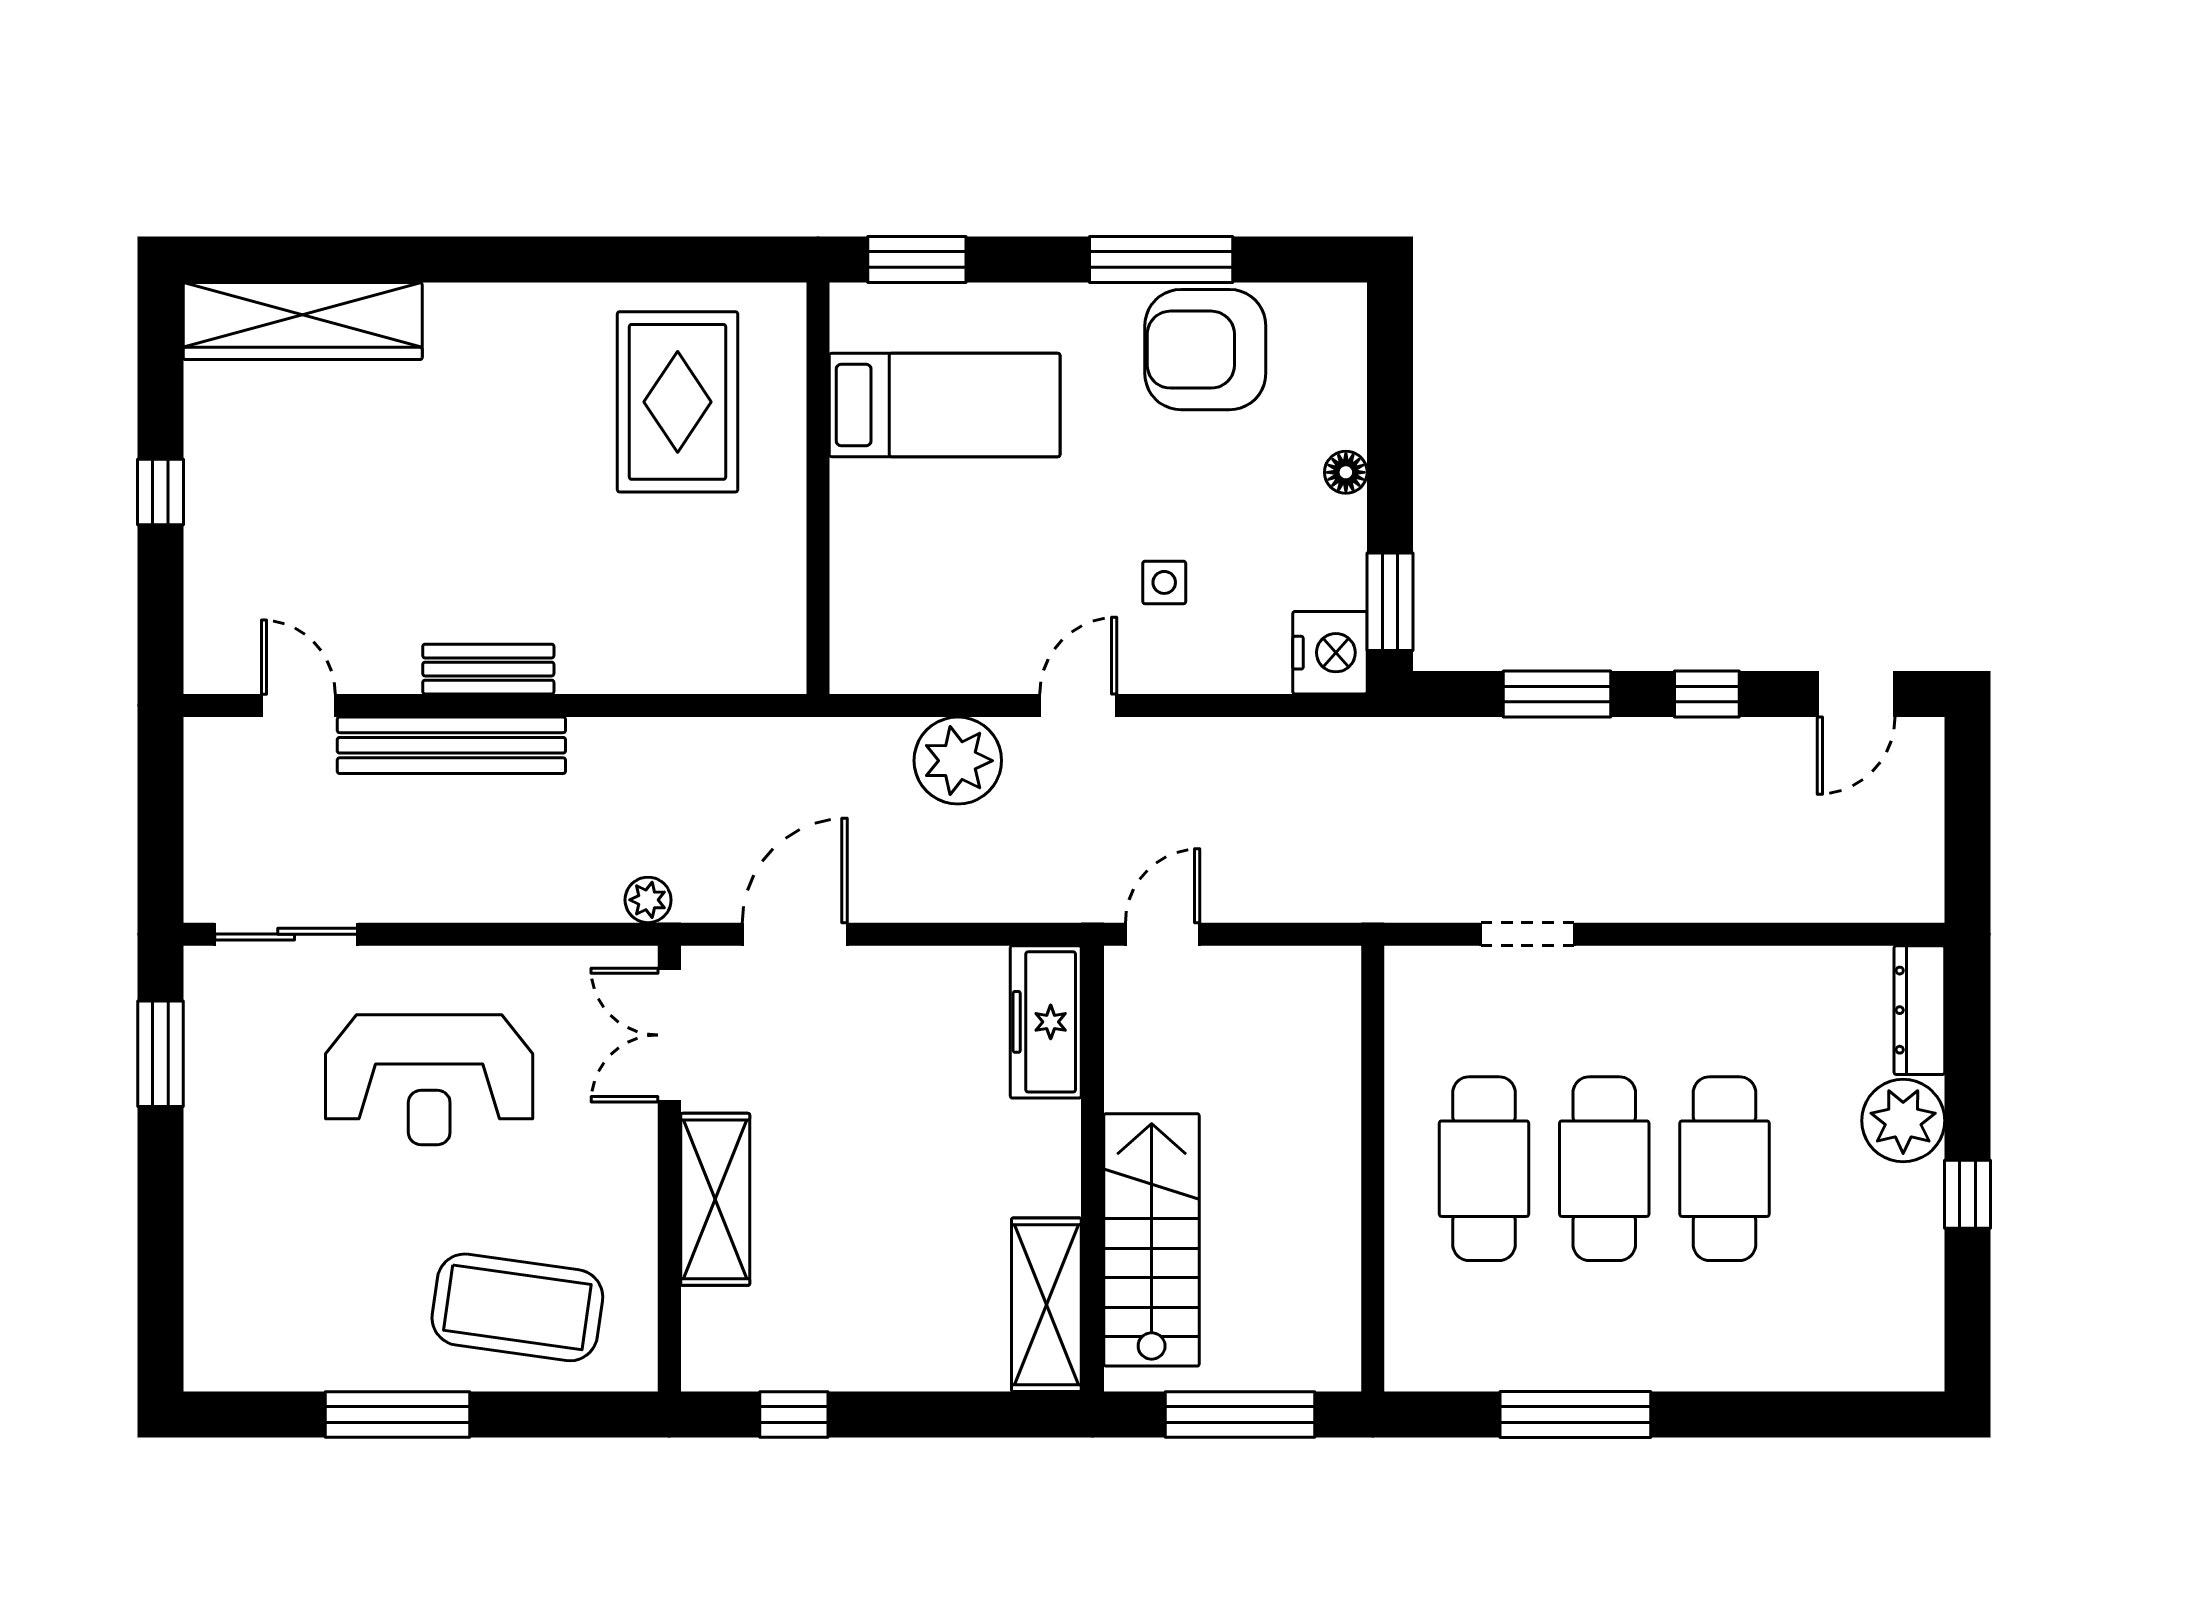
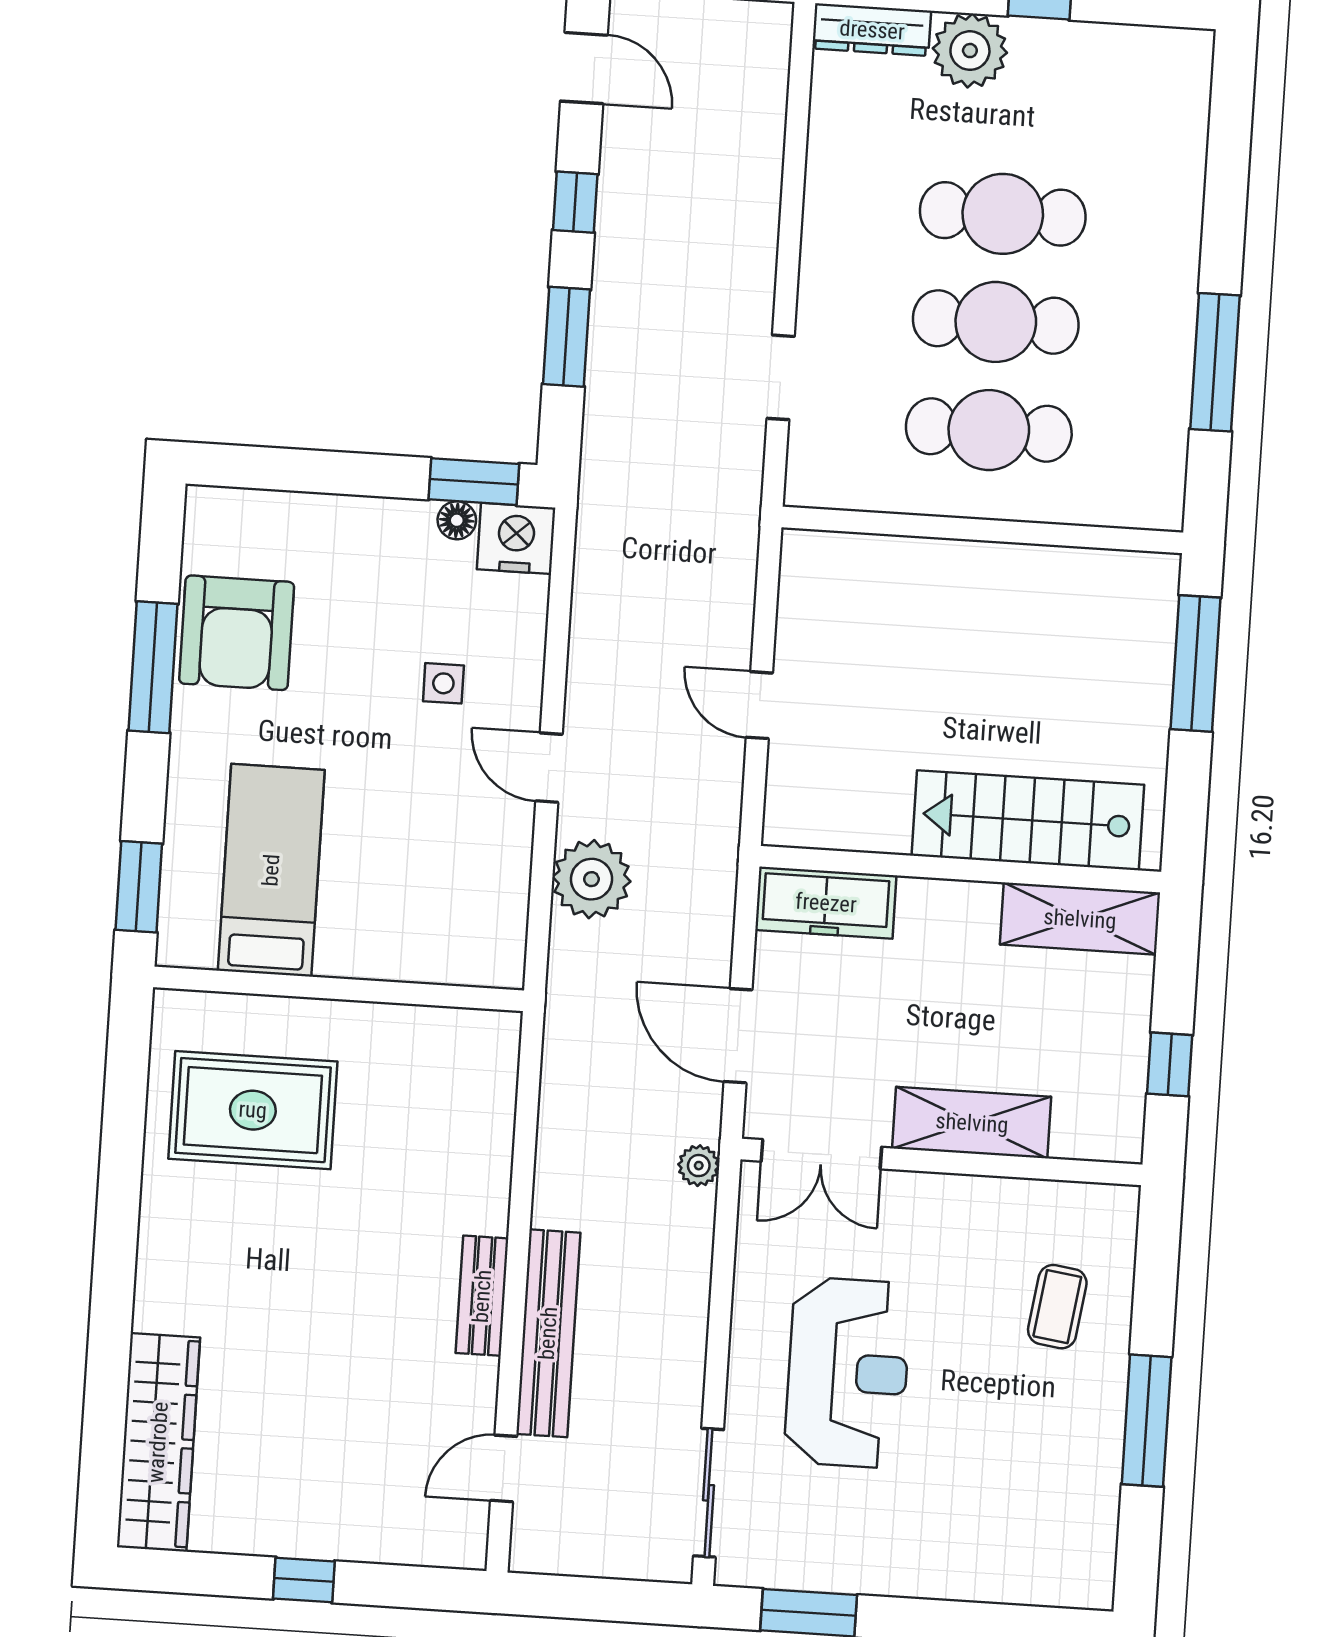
floor lamp: (1346, 472) -> (457, 520), moved
freezer: (1046, 1022) -> (826, 903), moved
wall: (1093, 1169) -> (960, 869), moved
stairs: (1152, 1240) -> (1028, 820), moved
shelving: (1046, 1305) -> (1080, 919), moved
coffee table: (517, 1307) -> (1057, 1307), width x0.54, depth x0.58

